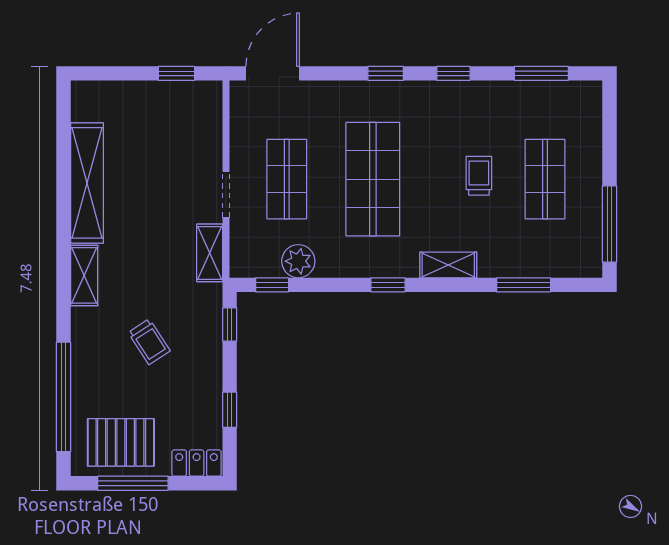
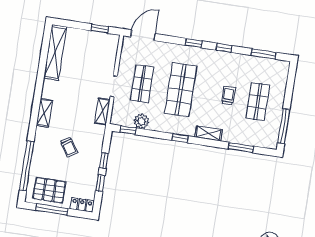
shelving: (87, 183) -> (55, 53), moved
window: (230, 324) -> (104, 161), moved

